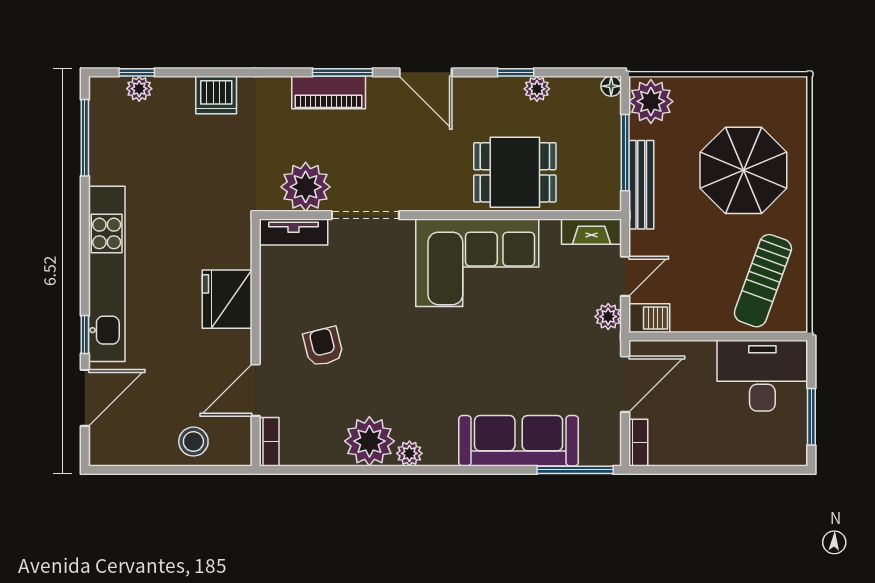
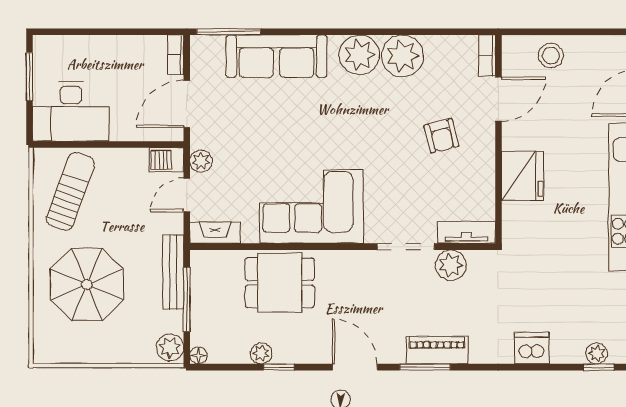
plant: (651, 101) -> (170, 348), width x0.73, depth x0.73
plant: (306, 187) -> (451, 265), width x0.73, depth x0.73
plant: (409, 453) -> (359, 55), width x1.87, depth x1.87

